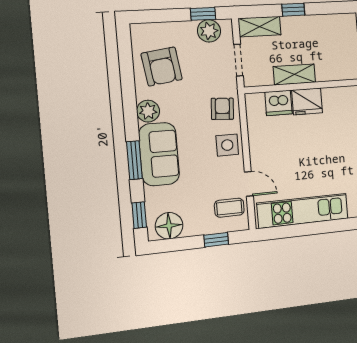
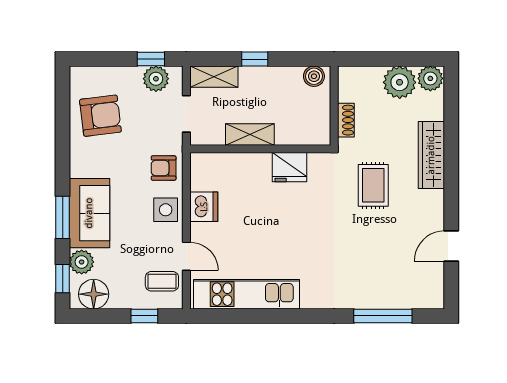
boiler: (344, 22) -> (314, 76), added
armchair: (162, 66) -> (100, 116), turned -89
fridge: (307, 101) -> (290, 167), moved
dishwasher: (278, 103) -> (204, 207), moved, turned -90
armchair: (222, 109) -> (164, 168), turned -94
plant: (148, 111) -> (82, 262), moved

